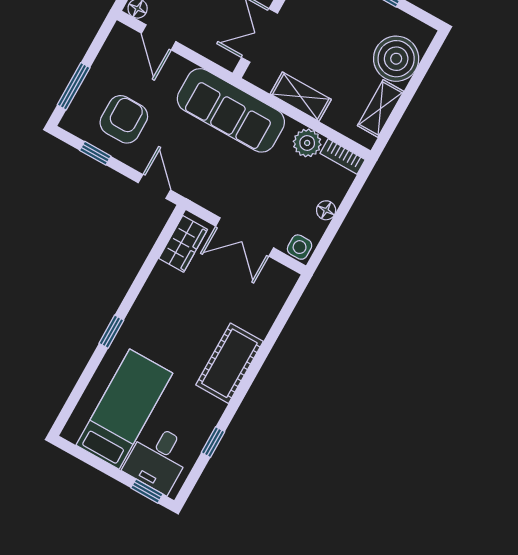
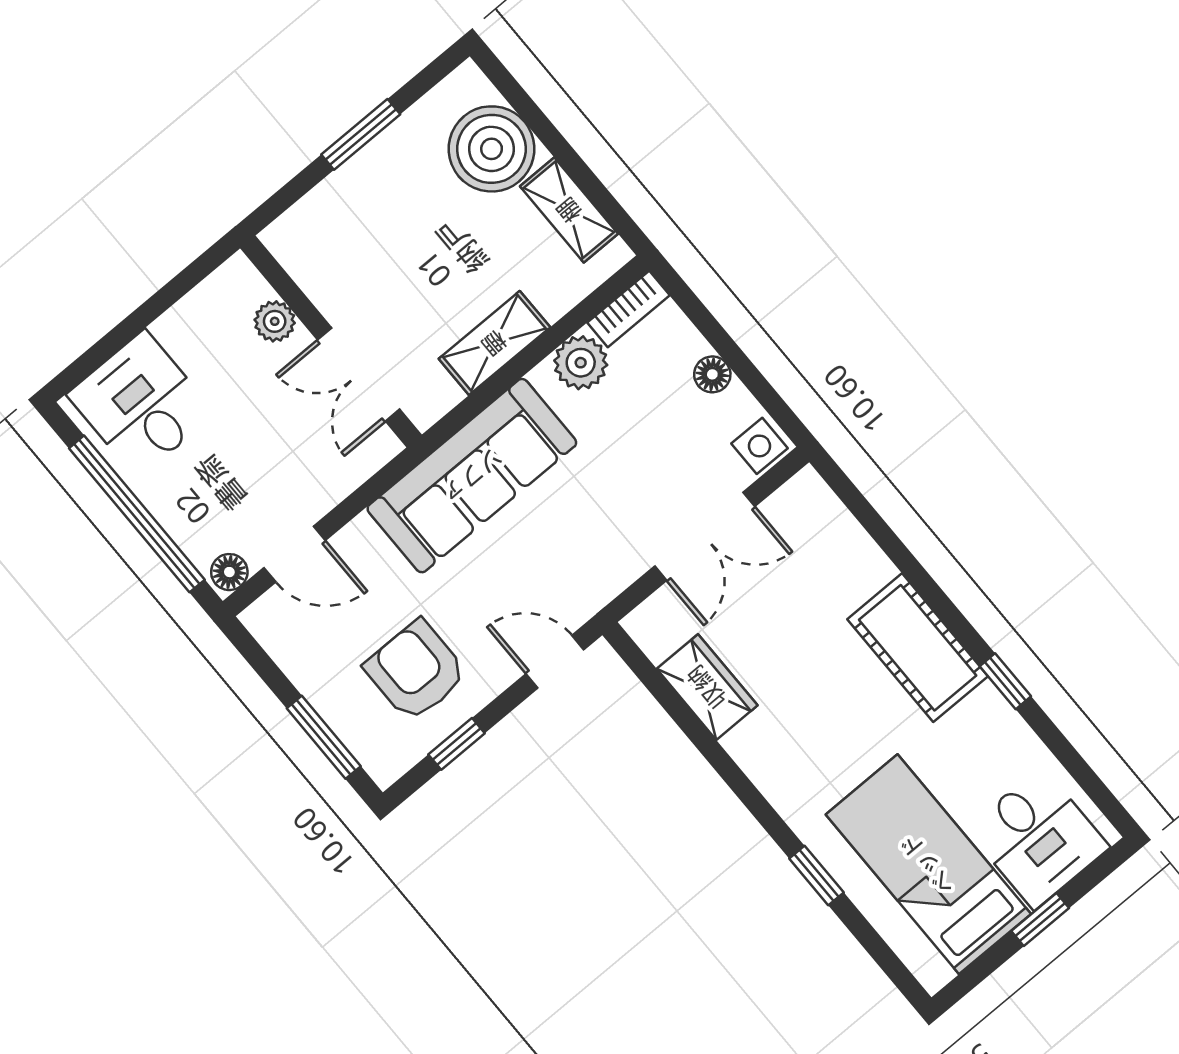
wardrobe: (183, 244) -> (707, 687), moved
window: (111, 332) -> (816, 875), moved
window: (213, 442) -> (1005, 681), moved
window: (147, 491) -> (1040, 919), moved

